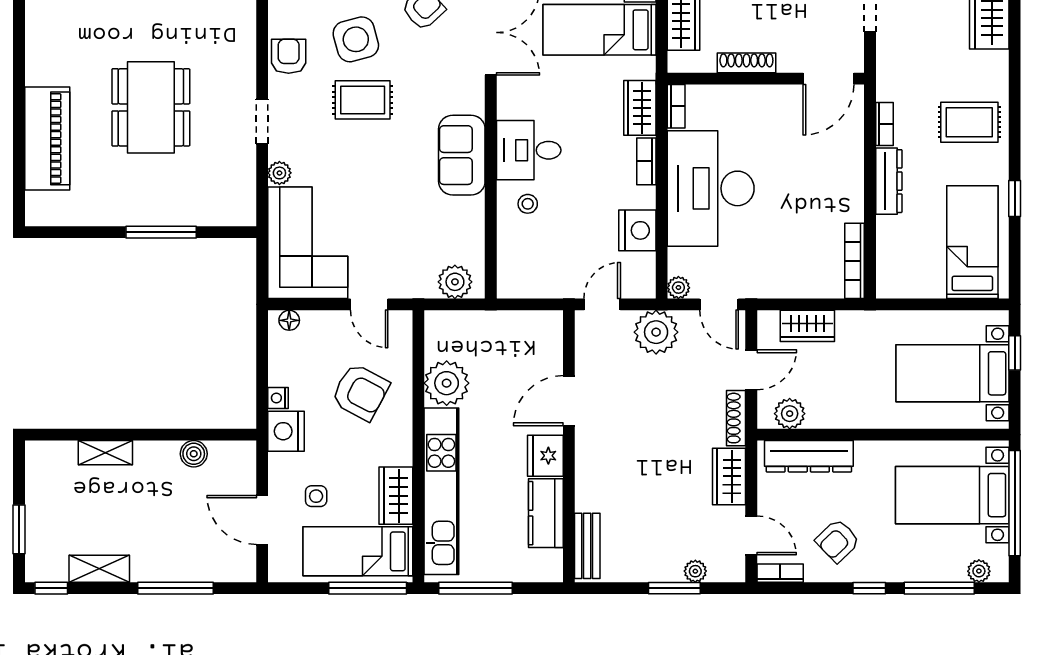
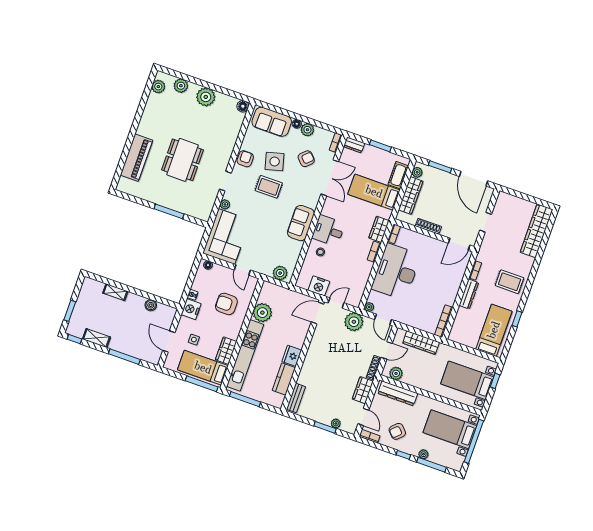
nightstand: (637, 230) -> (319, 286), moved, turned 90
wardrobe: (807, 326) -> (421, 343), width x1.50
armchair: (360, 392) -> (226, 304), turned 152
door: (569, 401) -> (318, 313), moved
plant: (979, 571) -> (423, 454), moved

